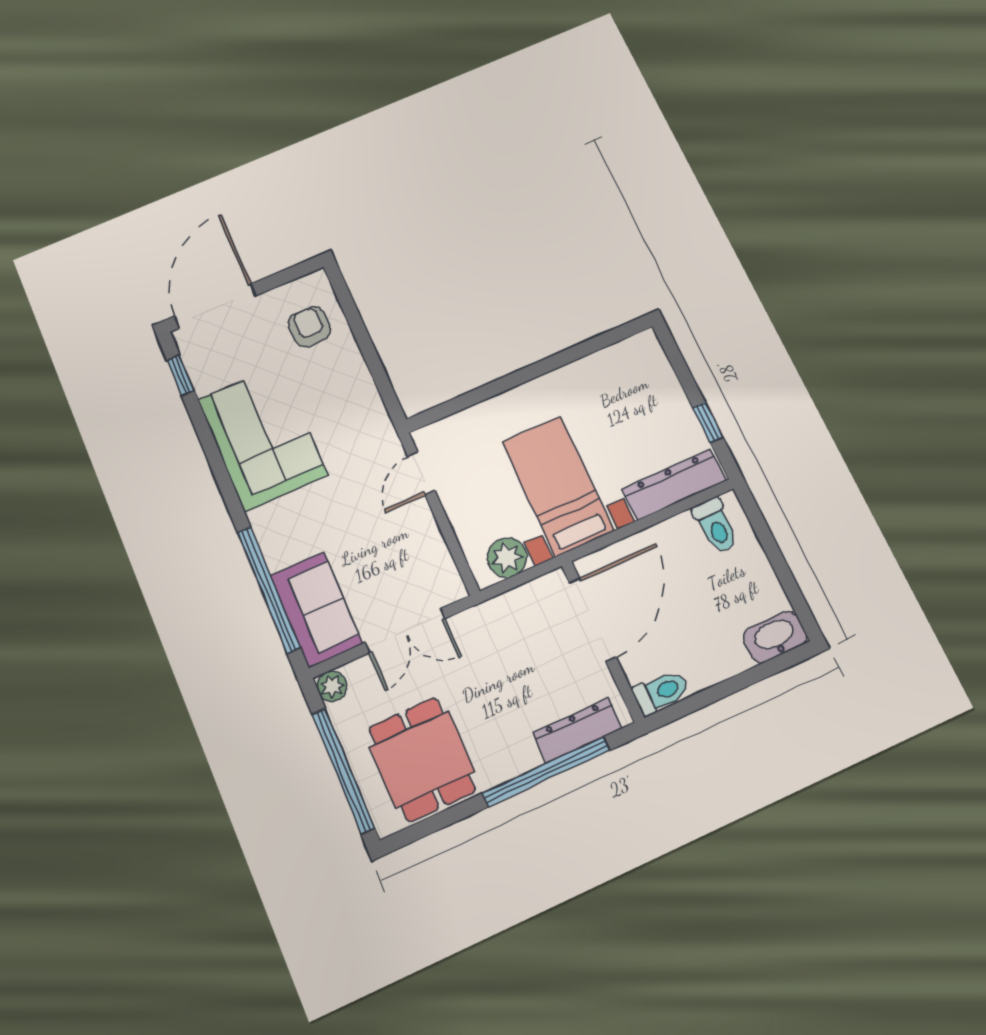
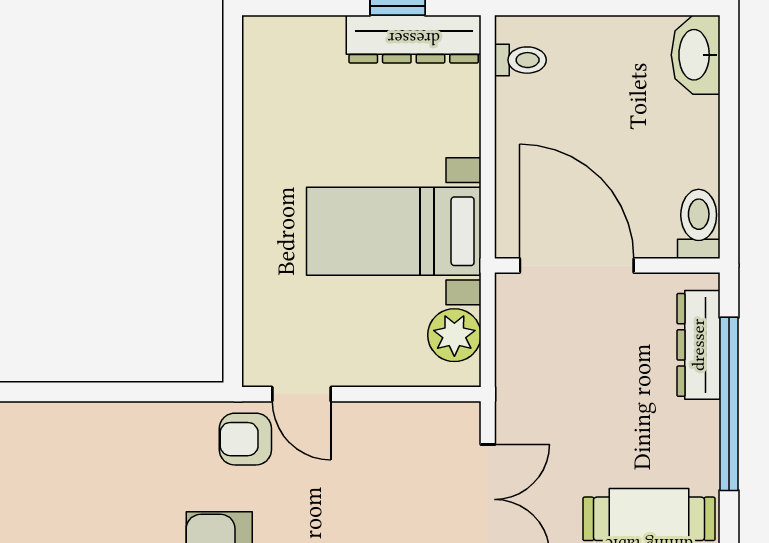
armchair: (310, 327) -> (245, 439), moved
dresser: (674, 485) -> (414, 39), moved, turned -90
toilet: (716, 526) -> (520, 60), width x0.73, depth x0.72

